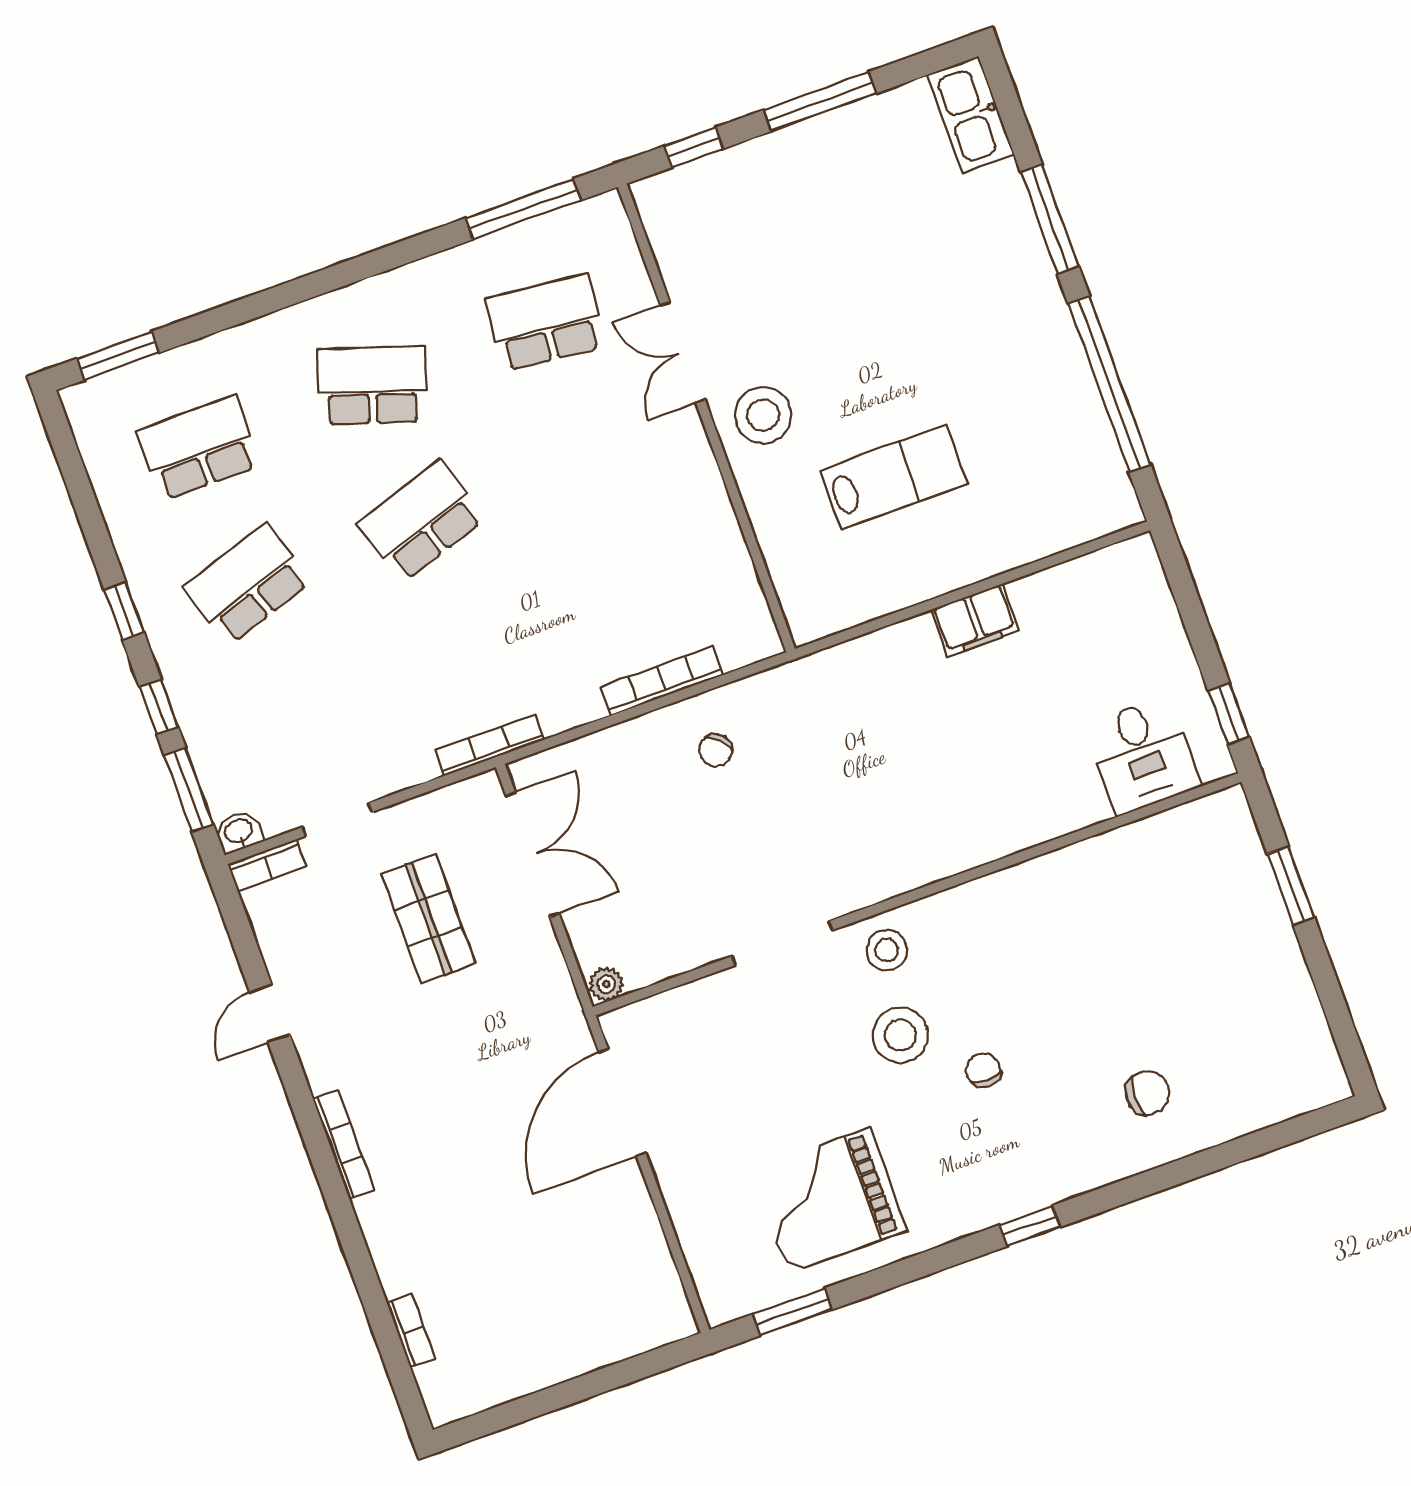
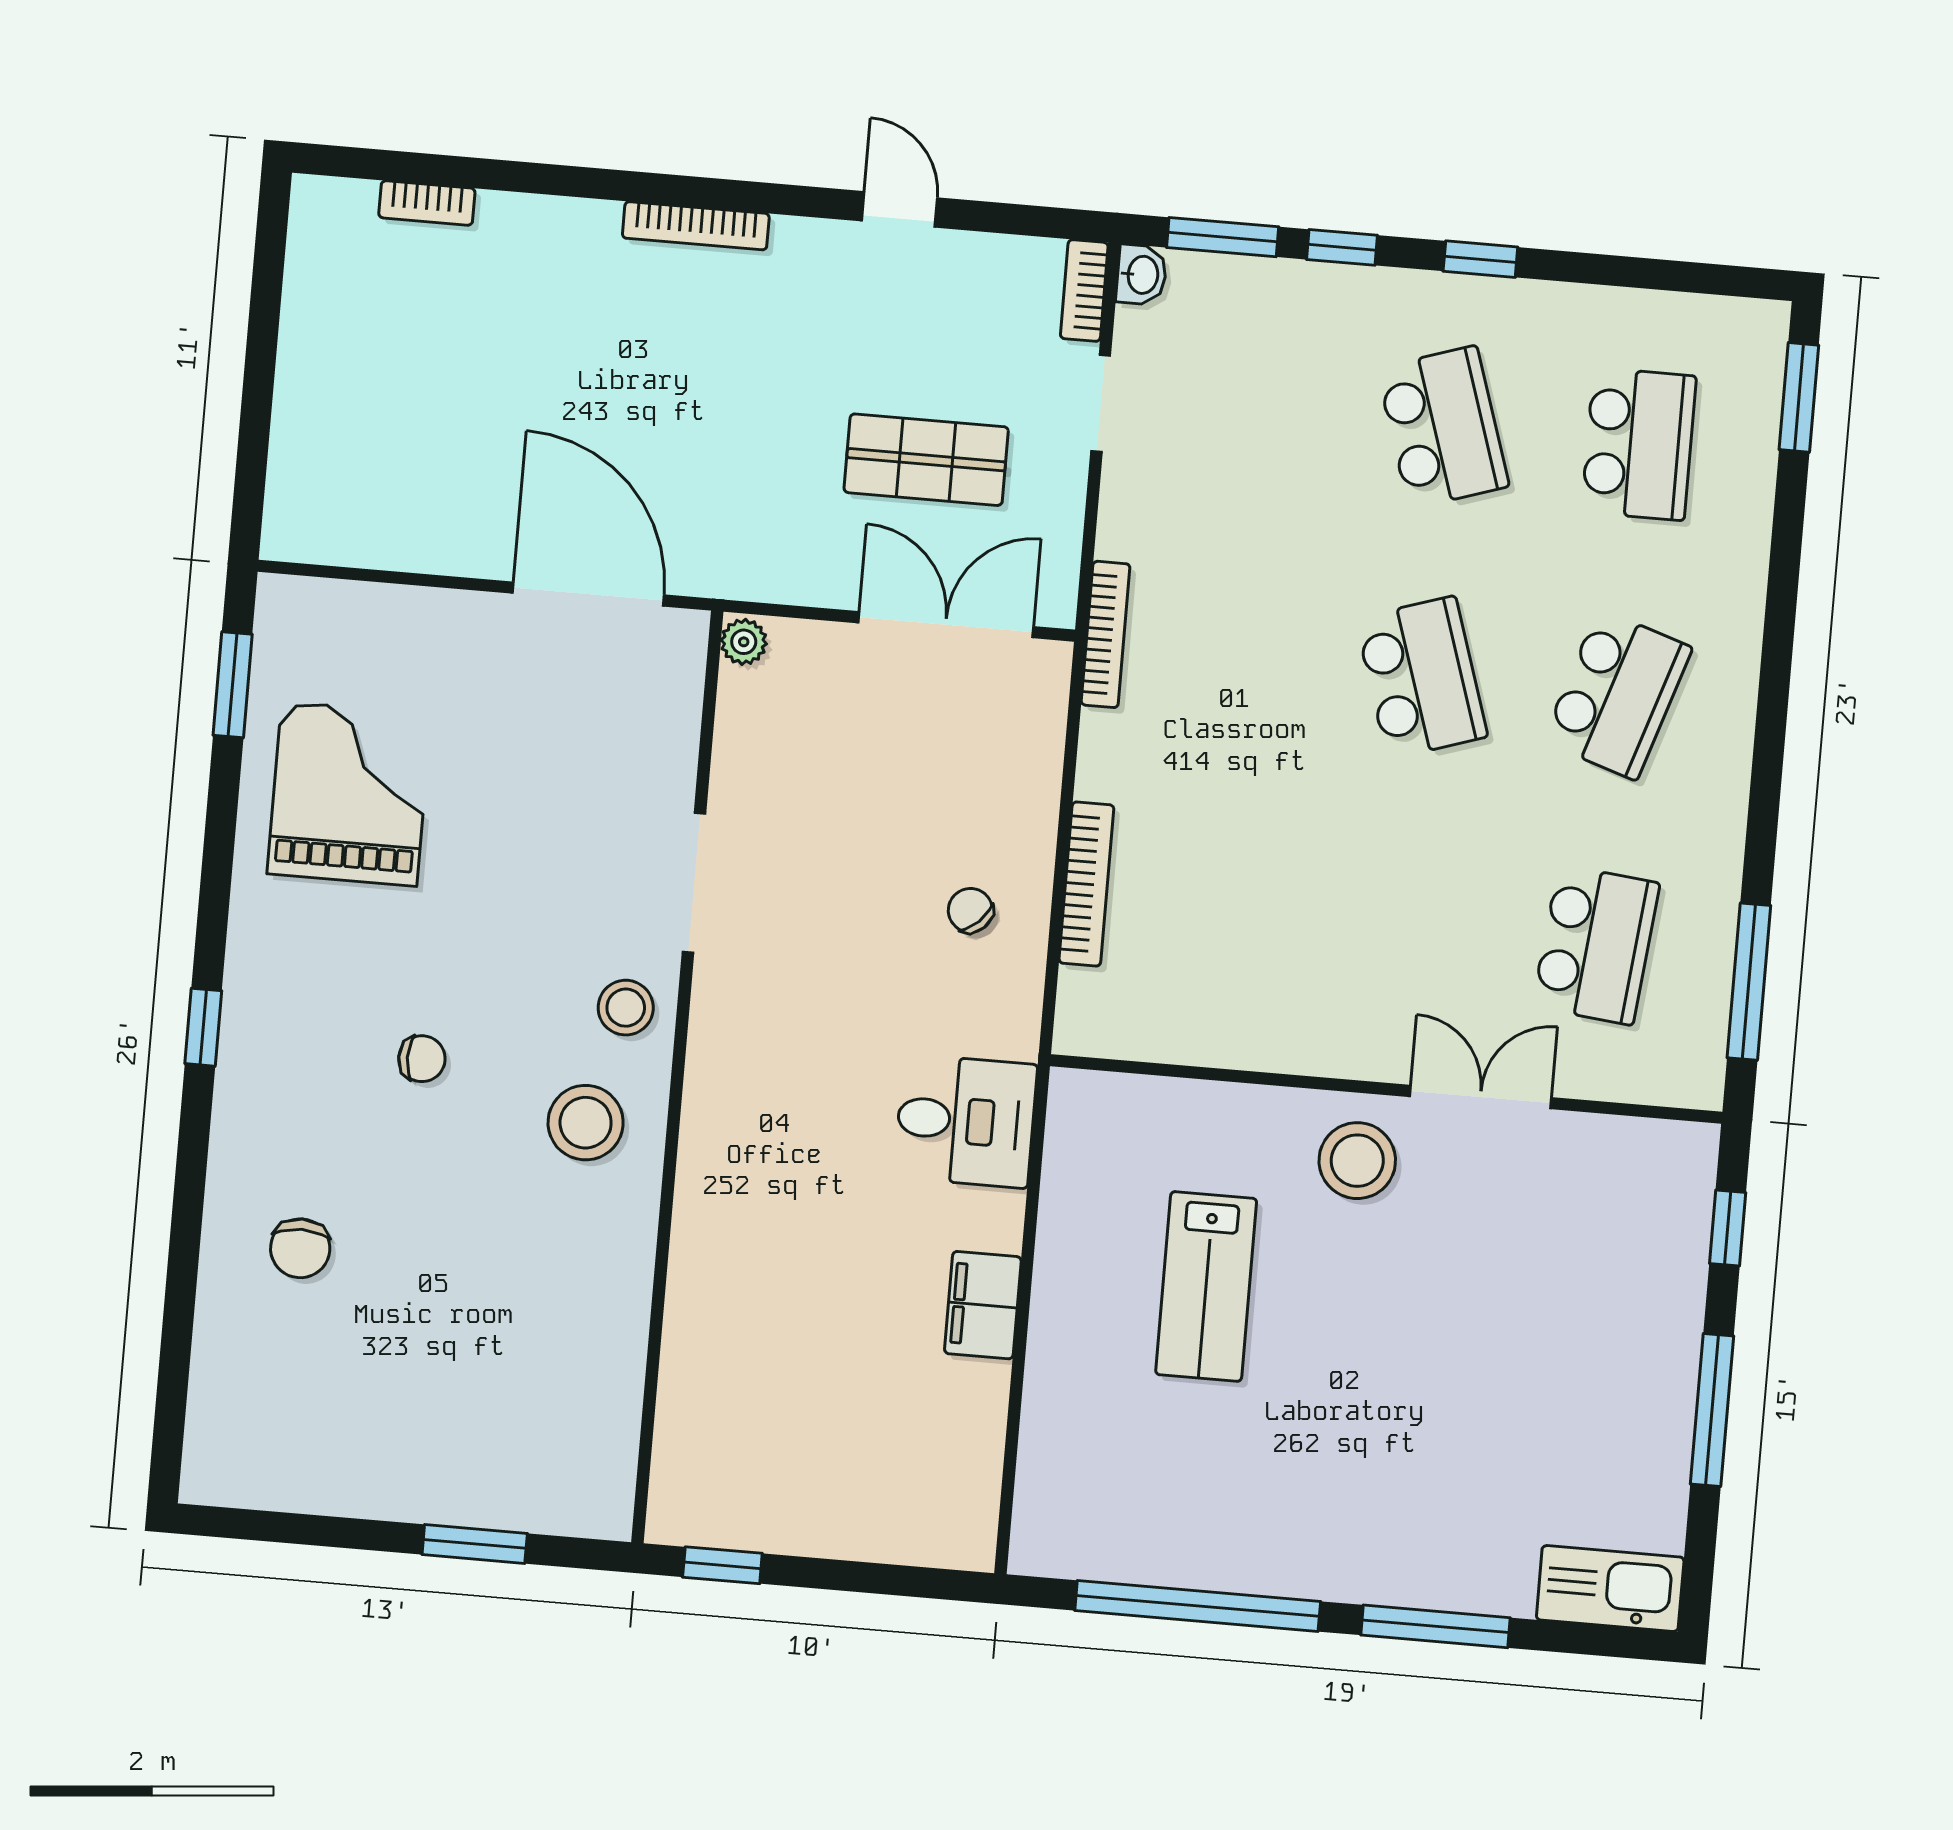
desk: (1143, 755) -> (966, 1121), moved, turned 180
double door: (533, 855) -> (946, 625), swing flipped
stool: (900, 1035) -> (586, 1123), moved

